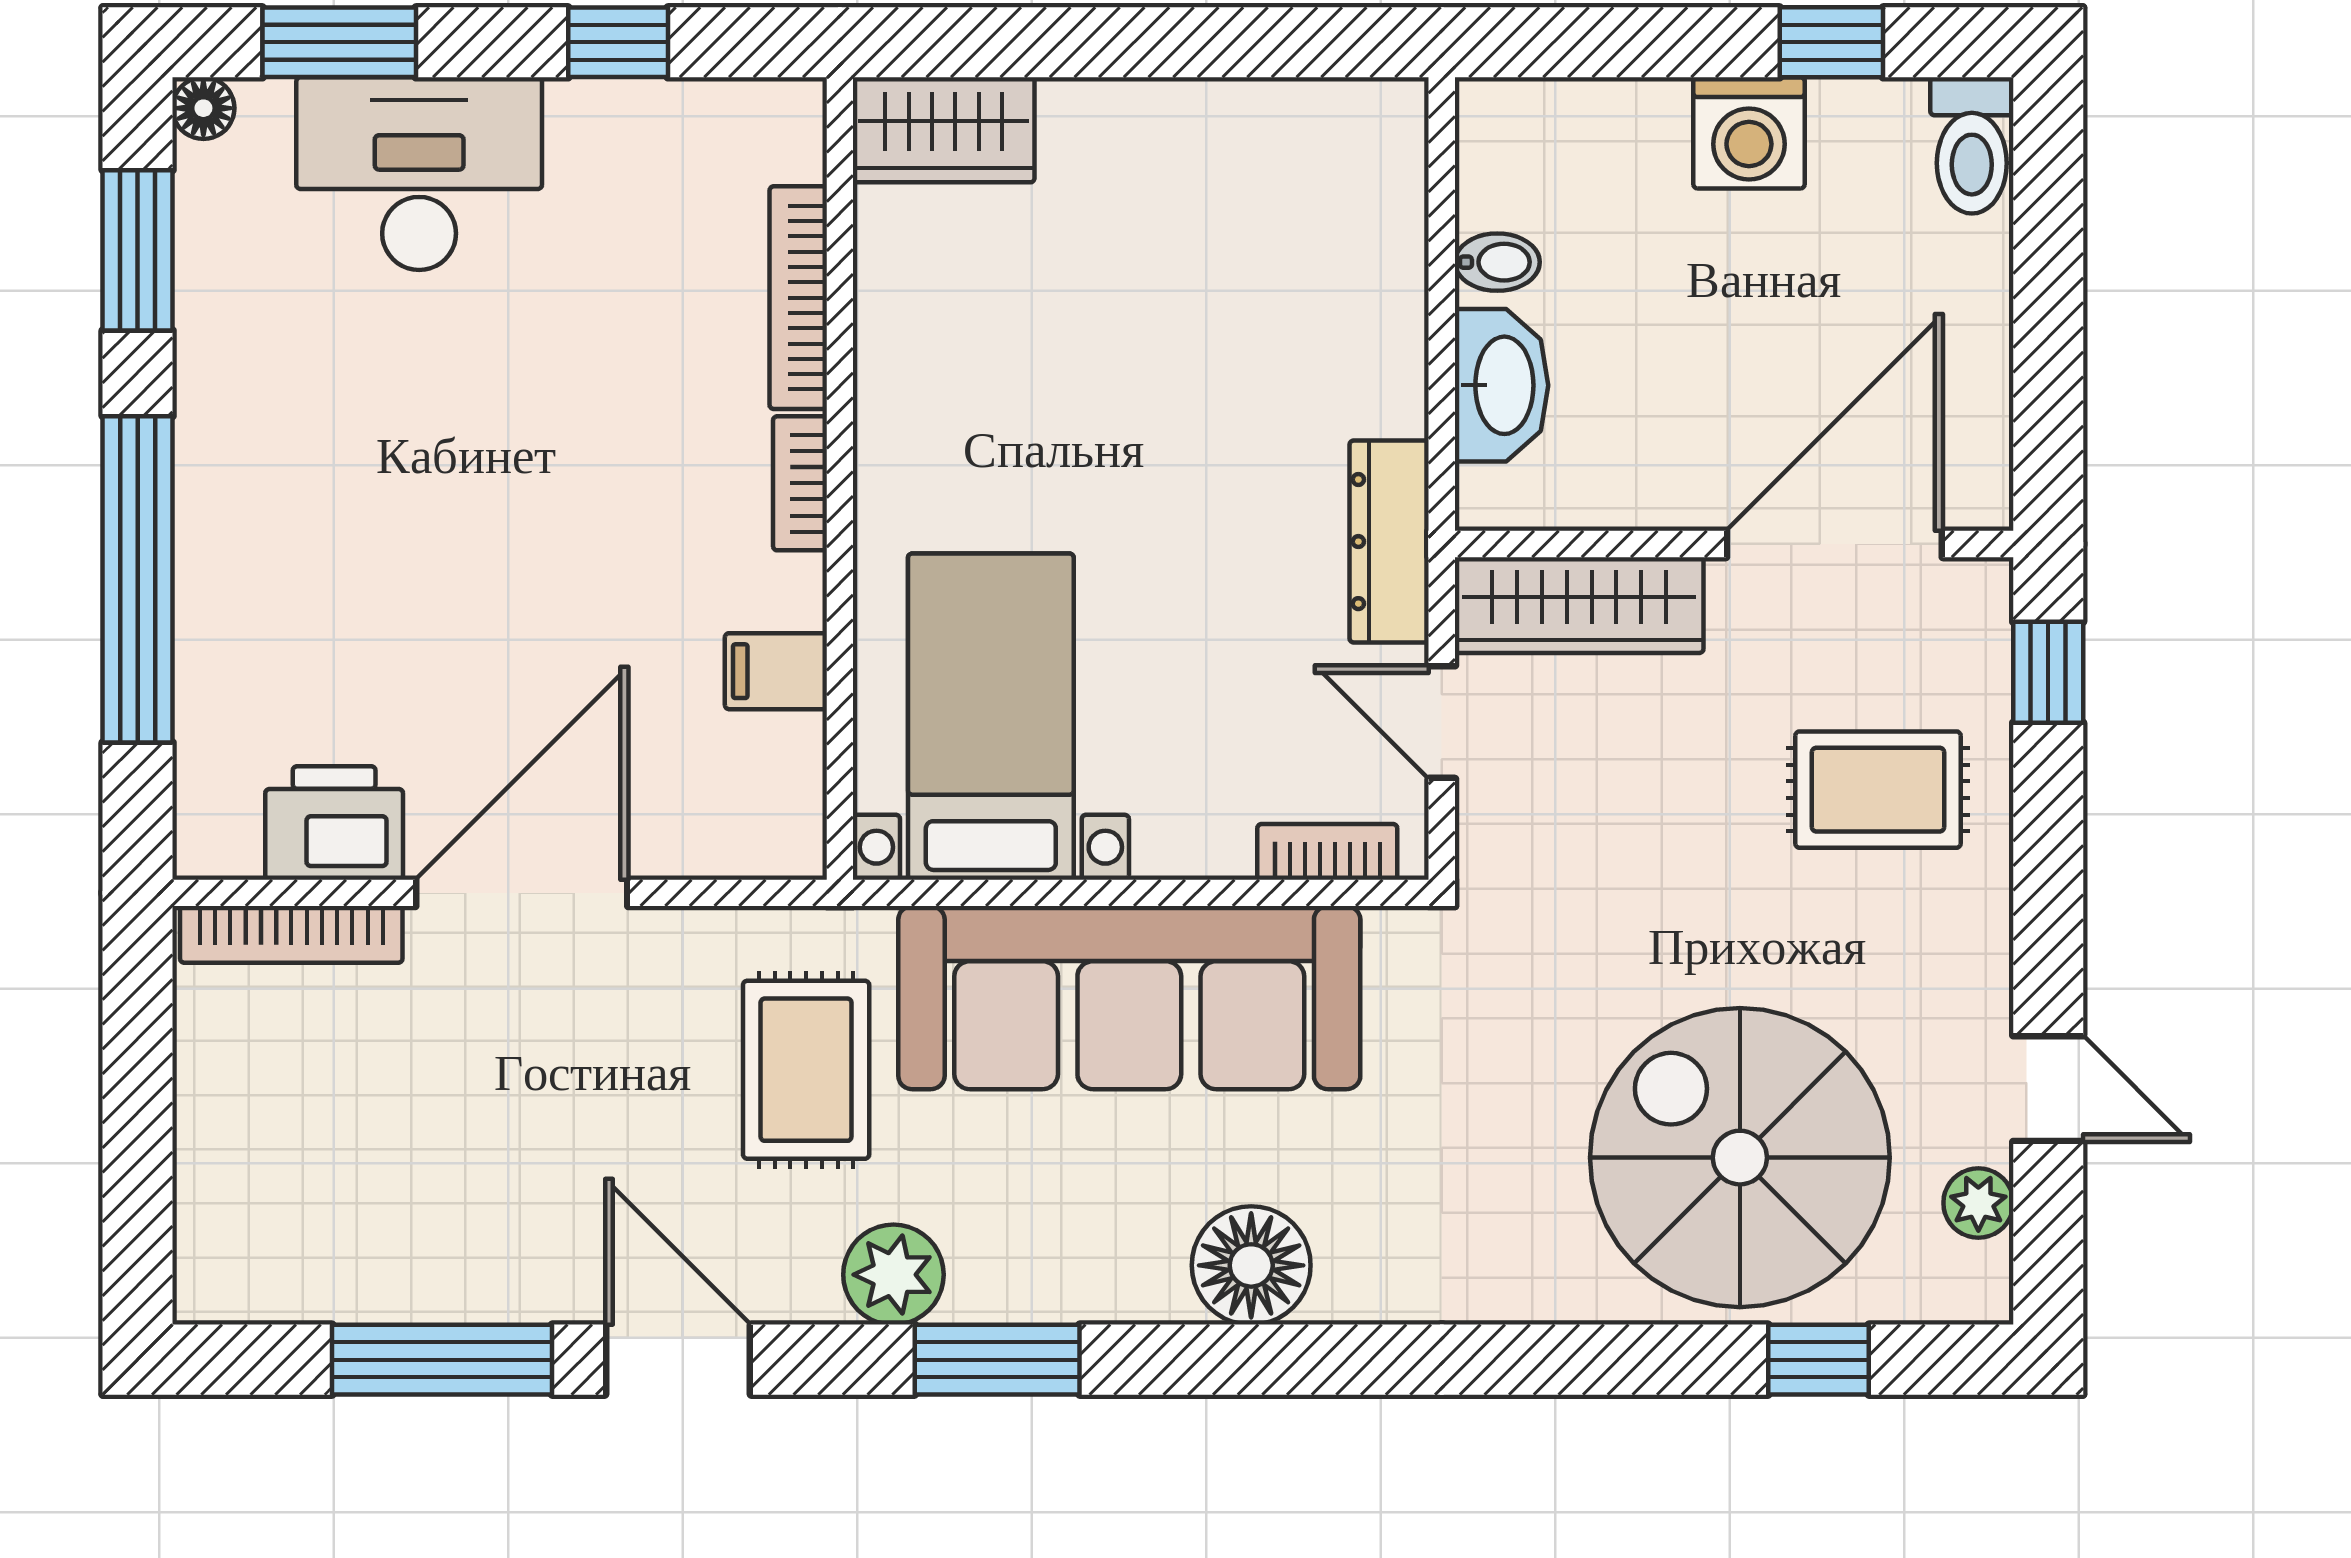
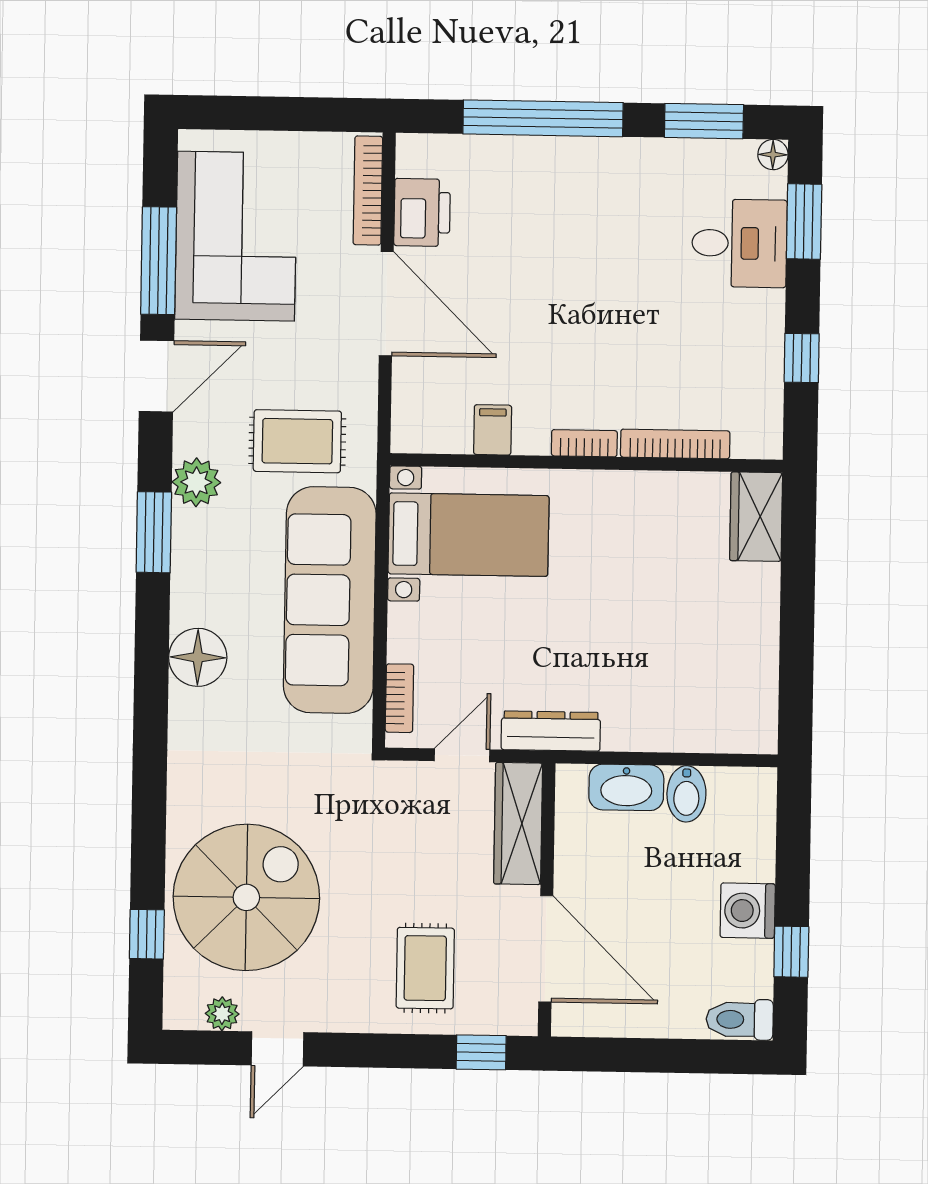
desk: (419, 174) -> (739, 243), width x0.73
bidet: (1497, 262) -> (686, 794), width x1.38, depth x1.36
corner sofa: (389, 1202) -> (236, 236), added

